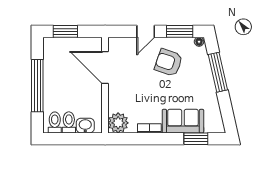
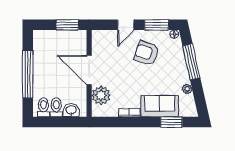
window: (65, 31) -> (67, 25), moved
door: (105, 68) -> (89, 70), moved
plant: (213, 102) -> (187, 89), added
plant: (118, 123) -> (101, 95), moved

